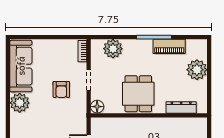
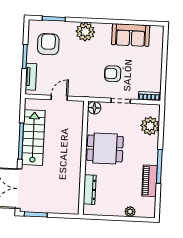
sofa: (21, 66) -> (131, 35), width x0.73
plant: (197, 70) -> (130, 212), width x0.53, depth x0.53
plant: (20, 103) -> (85, 32), moved

